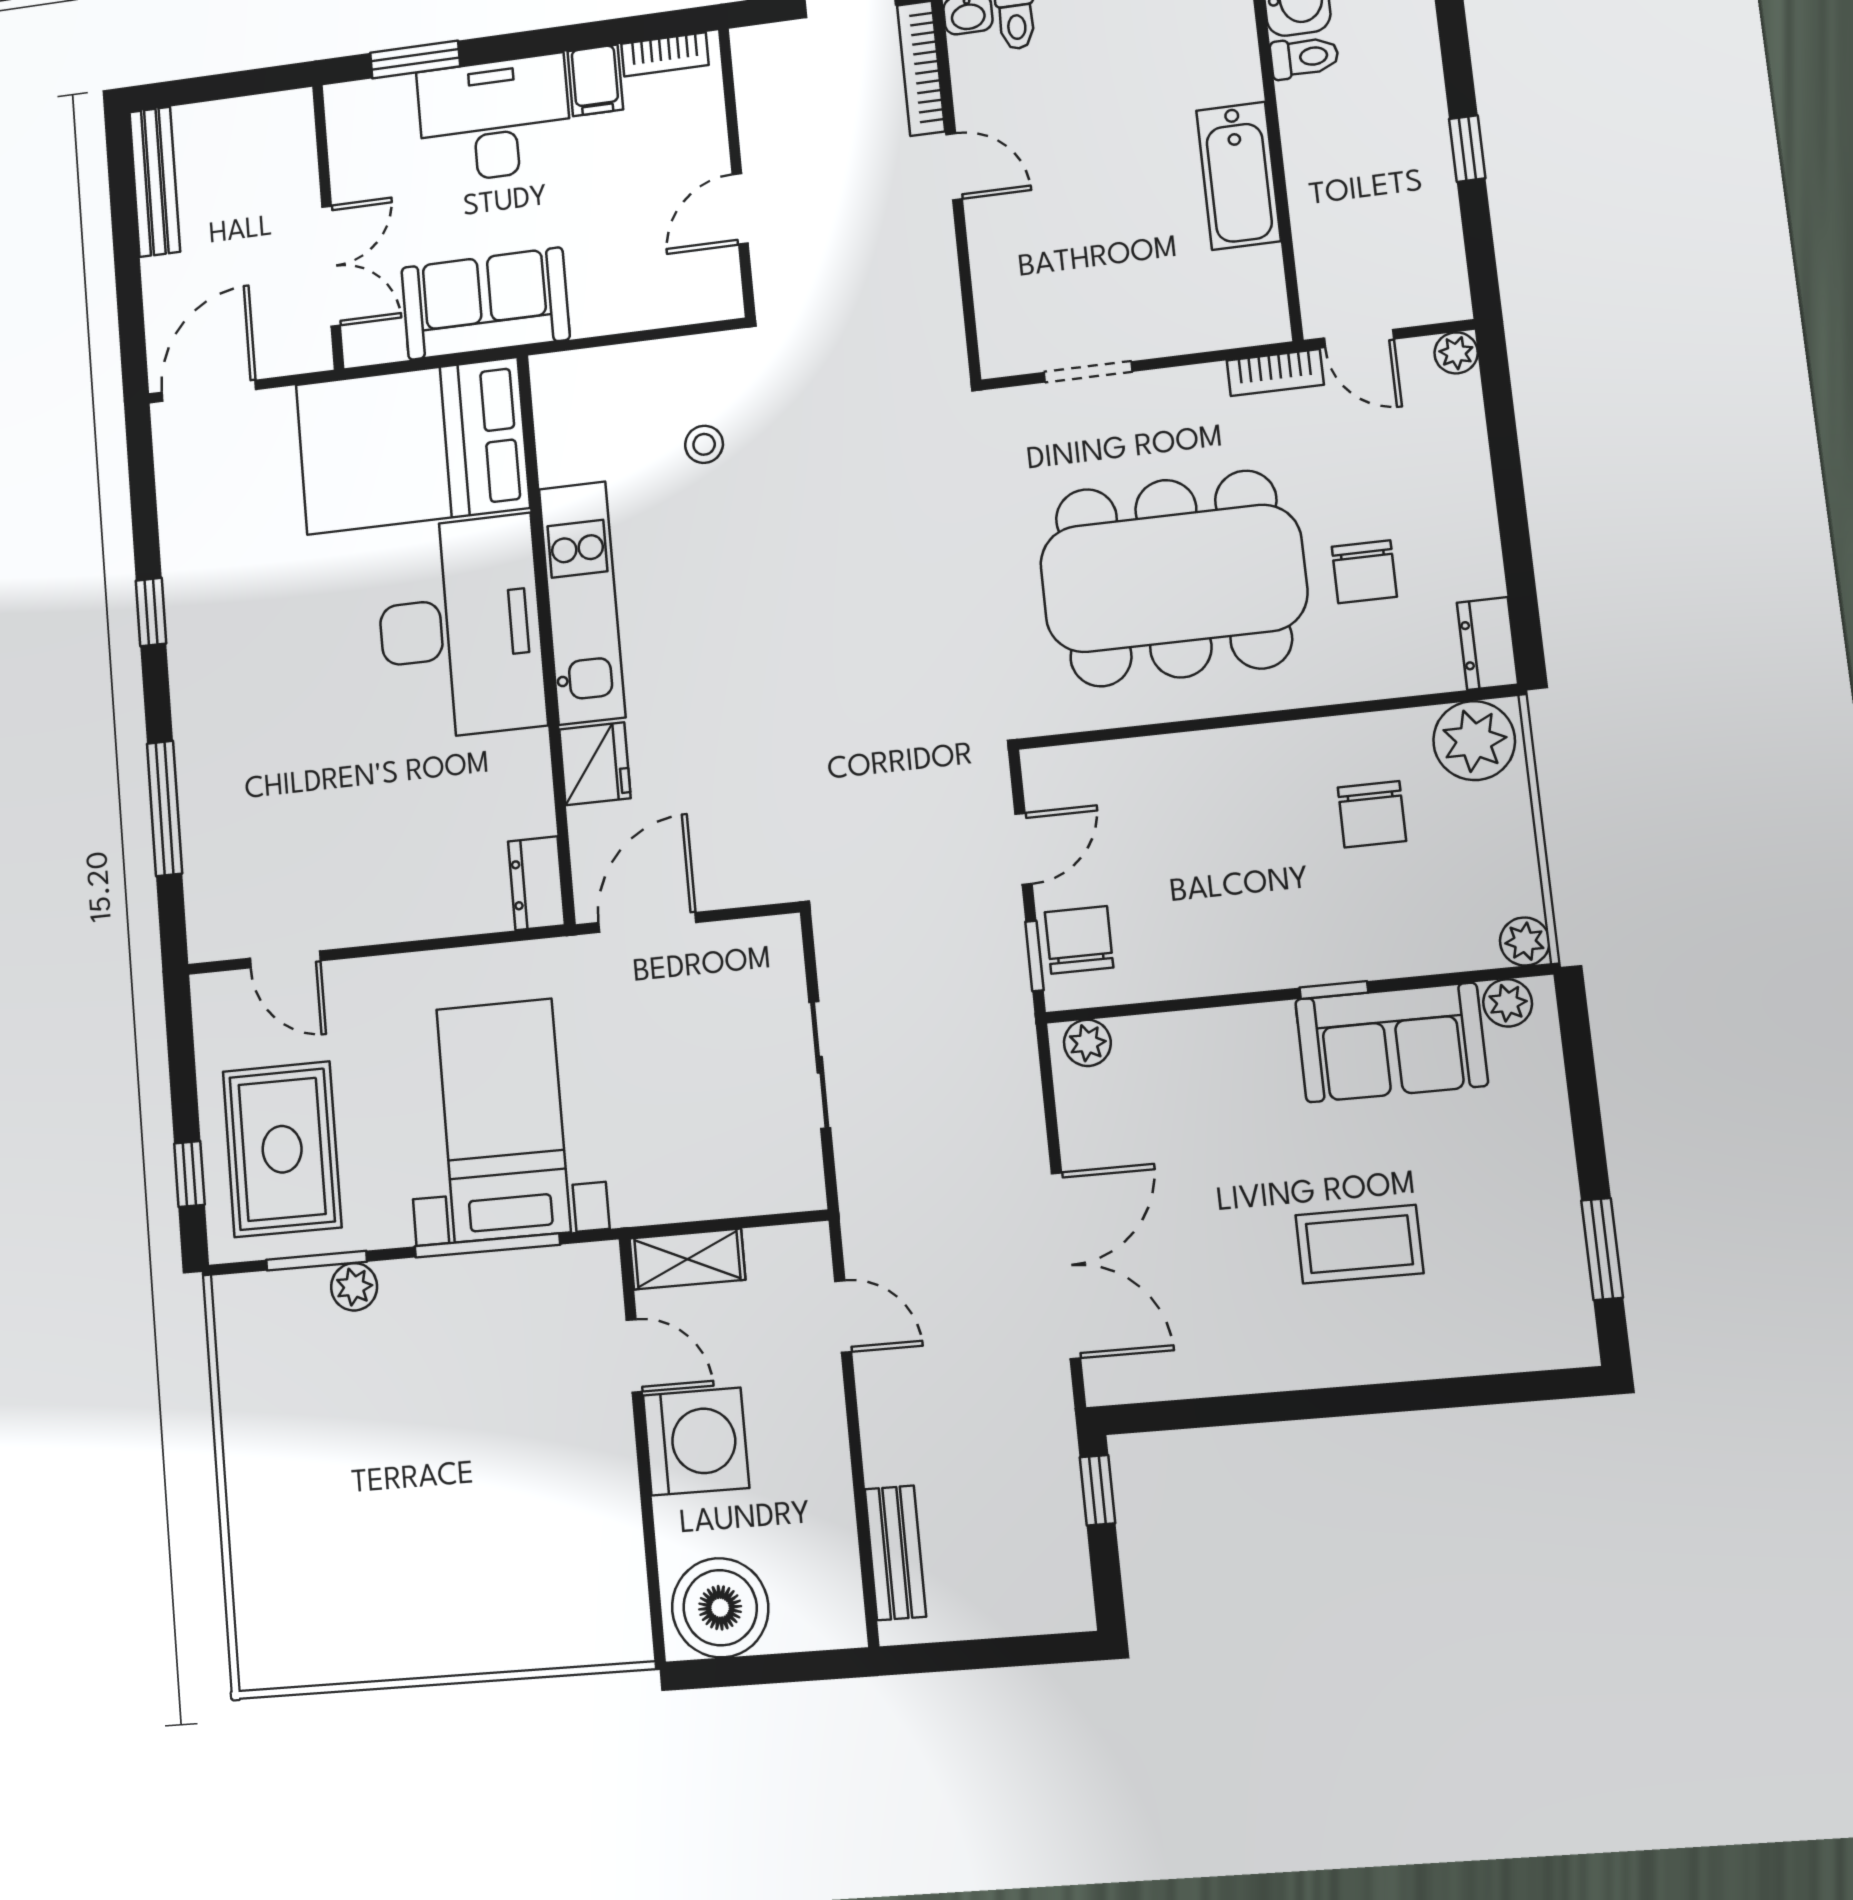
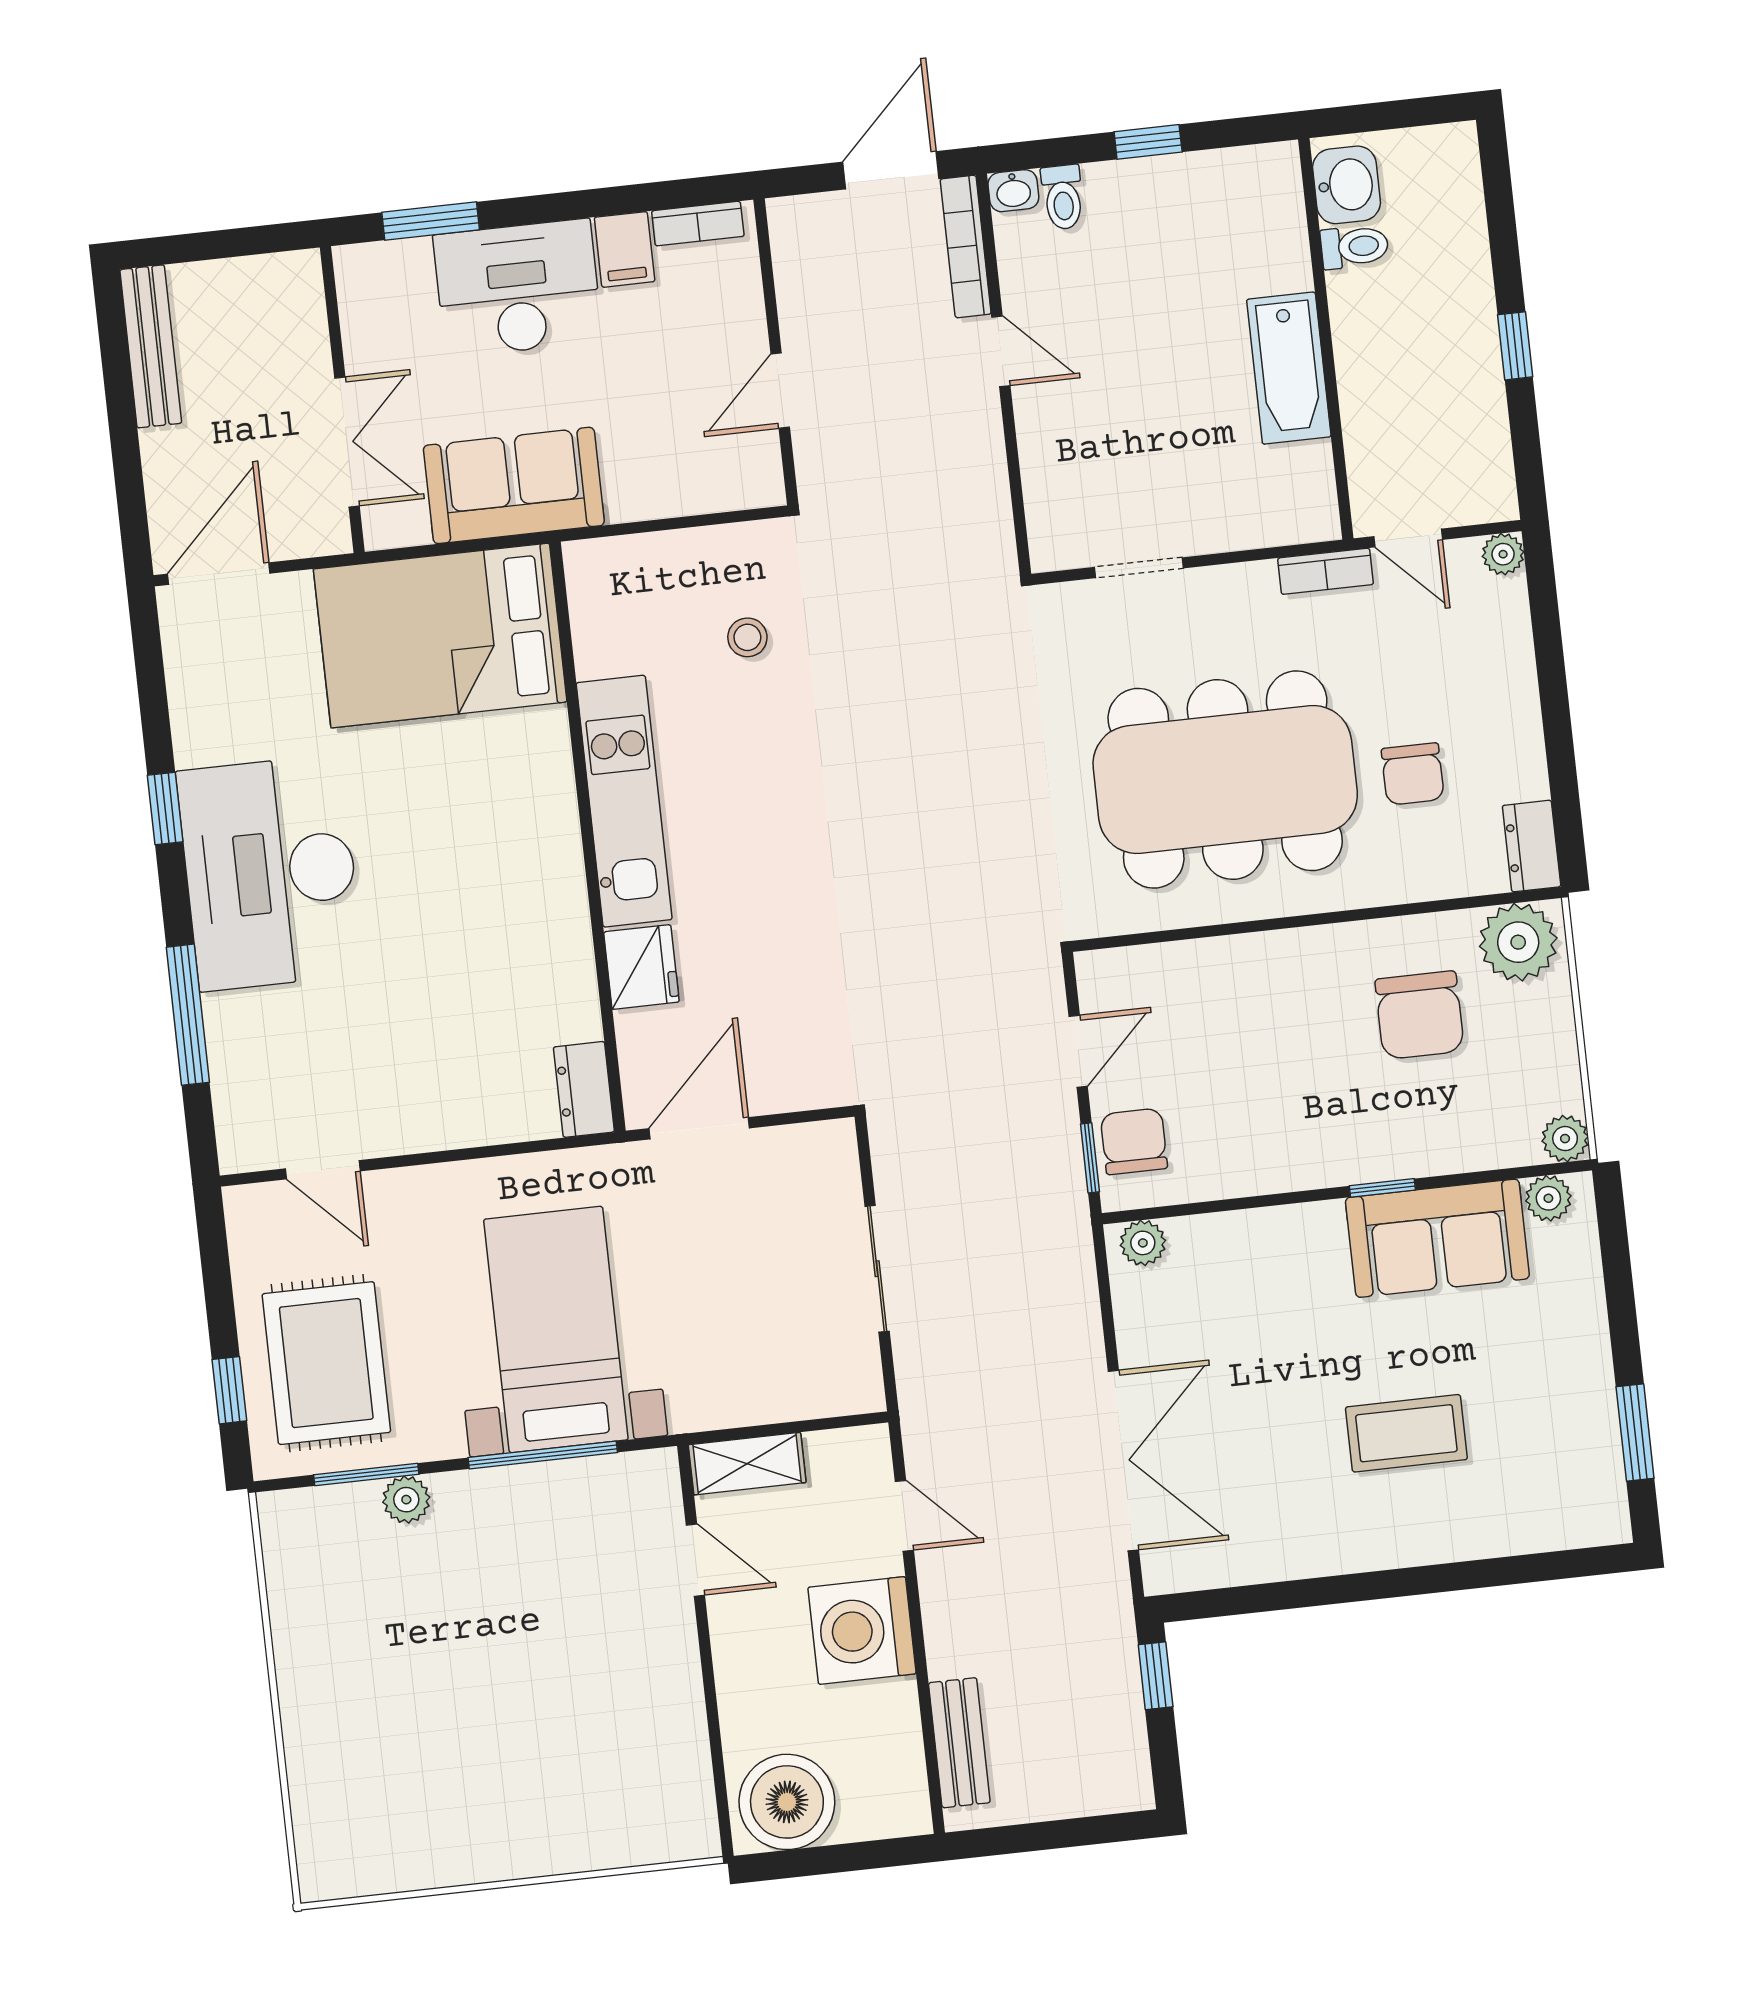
desk: (460, 628) -> (270, 873), moved, turned 180
chair: (1372, 814) -> (1420, 1015), width x1.37, depth x1.37
washing machine: (696, 1442) -> (862, 1631), moved, turned 180

